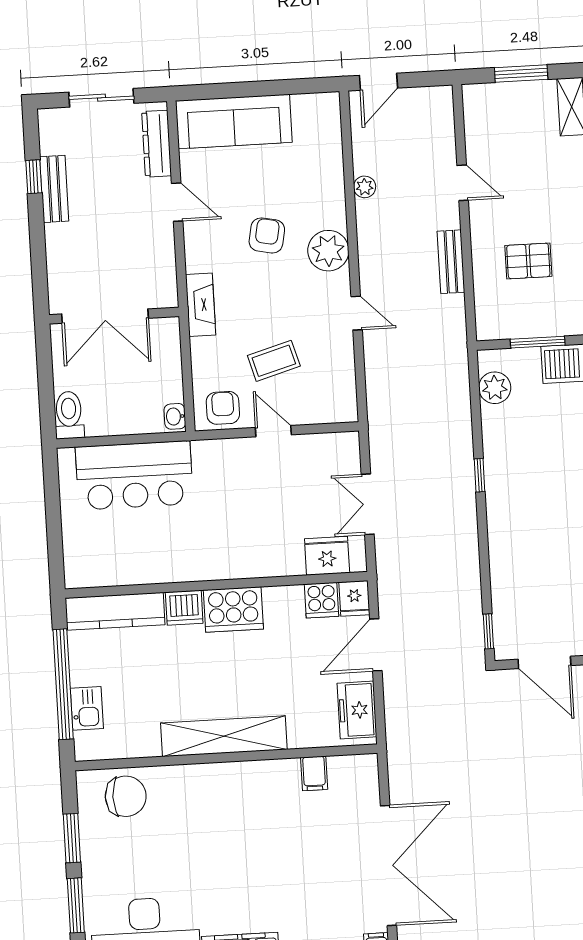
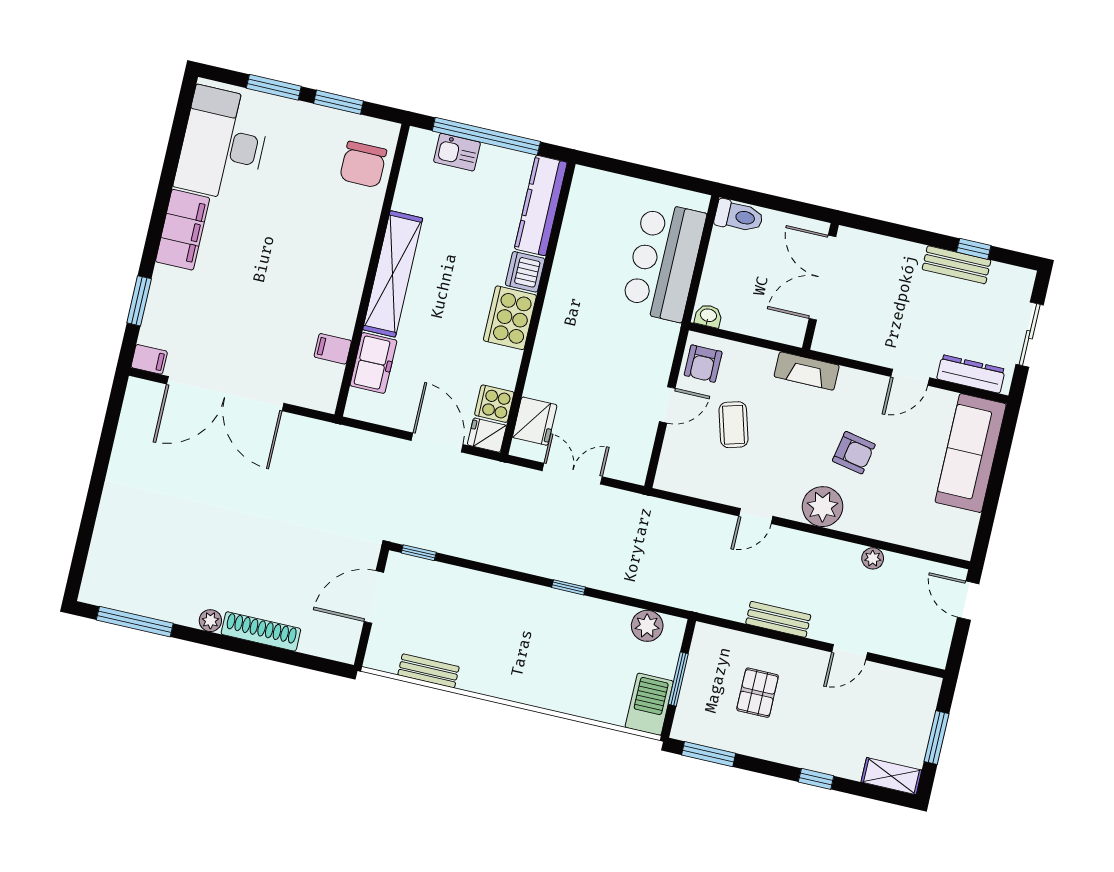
armchair: (223, 408) -> (703, 364), turned 90
freezer: (357, 710) -> (373, 363), moved, turned 90

